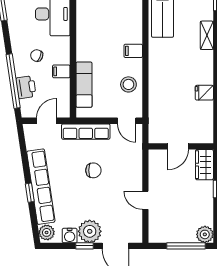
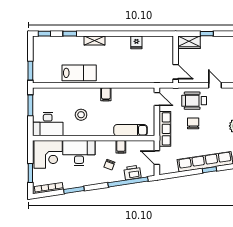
stool: (128, 84) -> (81, 115), moved
door: (127, 121) -> (157, 99), hinge flipped
door: (178, 146) -> (176, 72), moved
wheelchair: (124, 172) -> (194, 101), added
door: (145, 200) -> (215, 85), swing flipped

